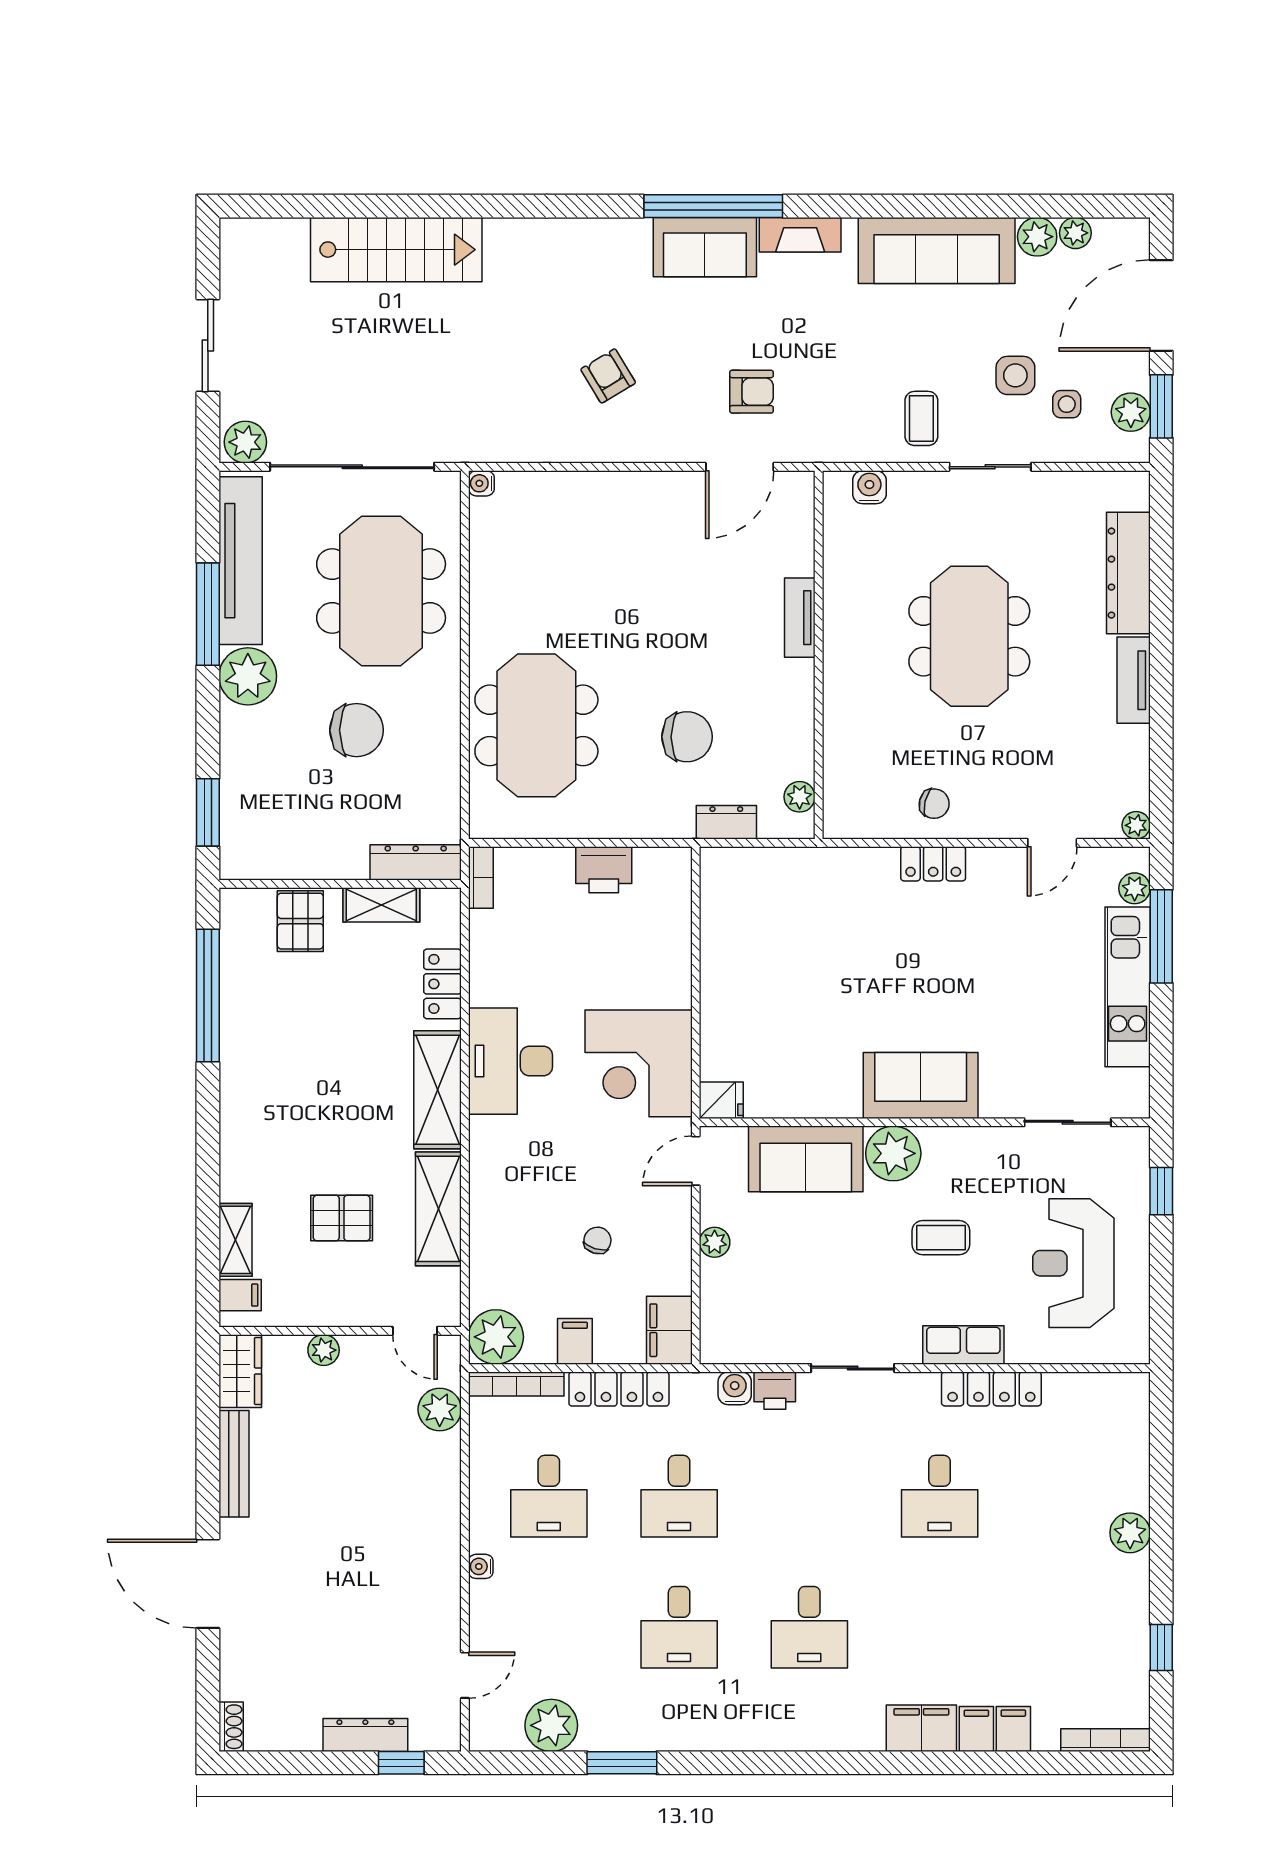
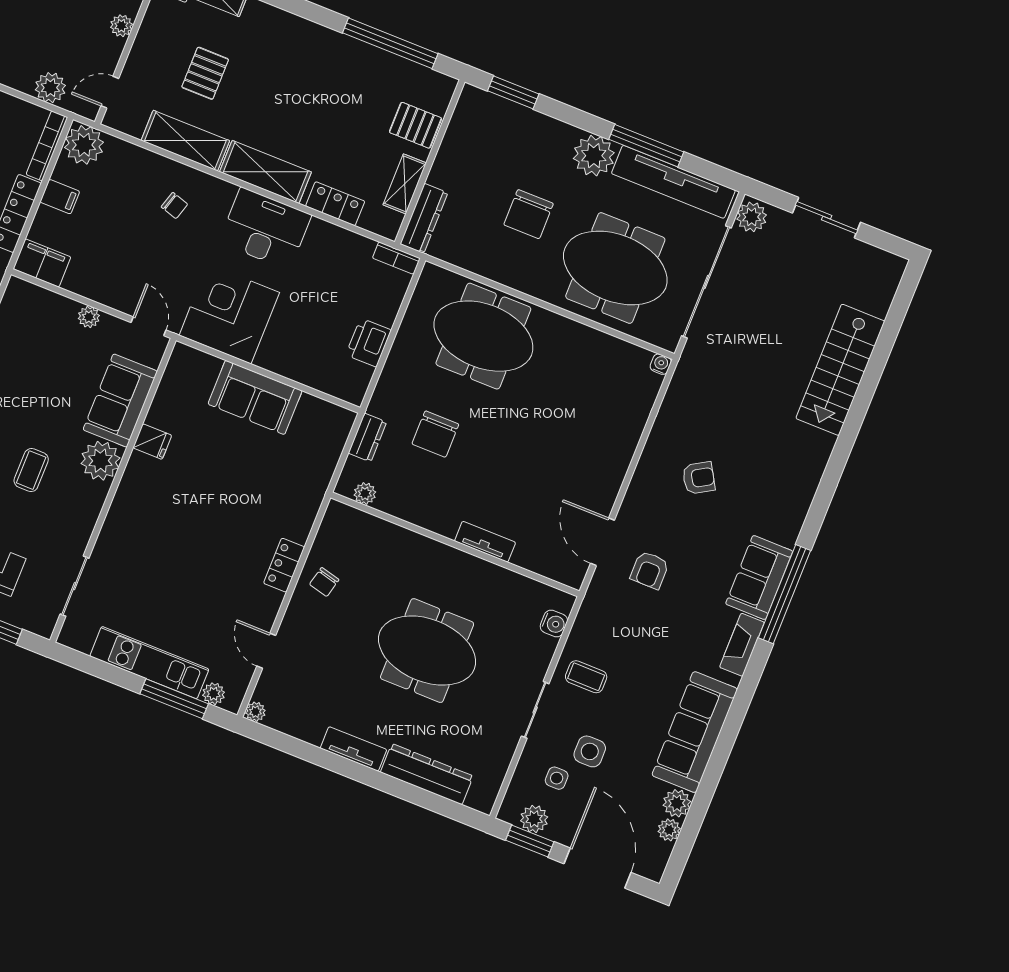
sofa: (921, 1085) -> (255, 397), moved, turned 90
fridge: (721, 1100) -> (152, 442), moved, turned -90
chair: (597, 1240) -> (174, 206), moved

